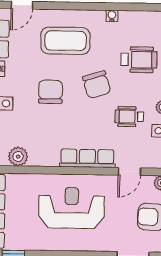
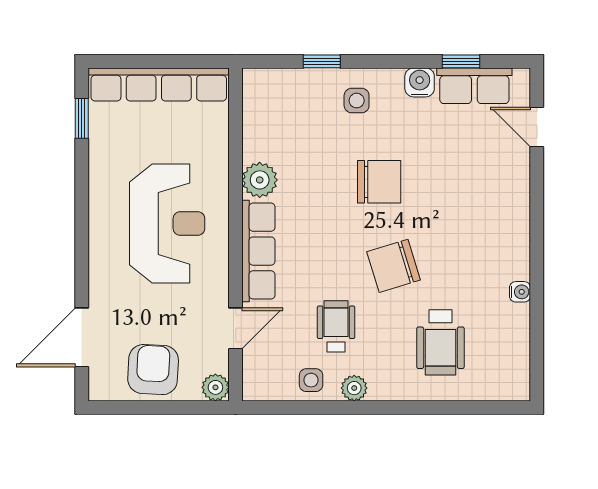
coffee table: (65, 41) -> (473, 208), removed
plant: (18, 157) -> (260, 180), moved
door: (129, 171) -> (236, 328), swing flipped

